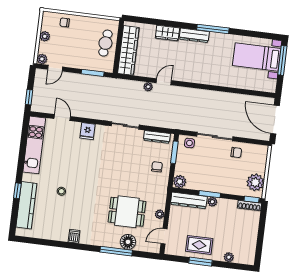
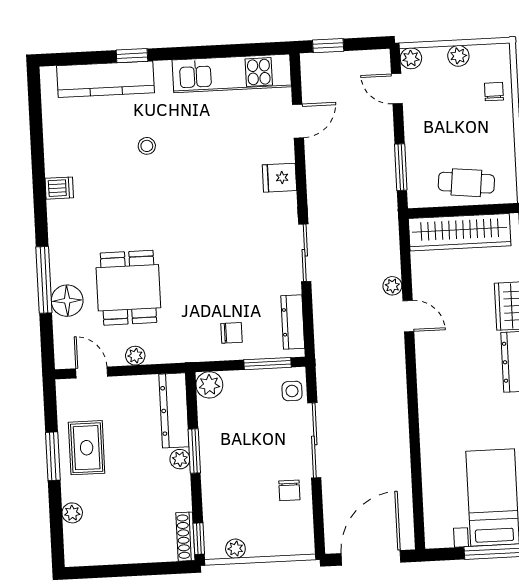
plant: (255, 182) -> (235, 549), width x0.53, depth x0.53

